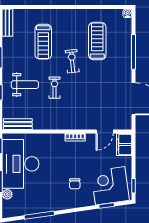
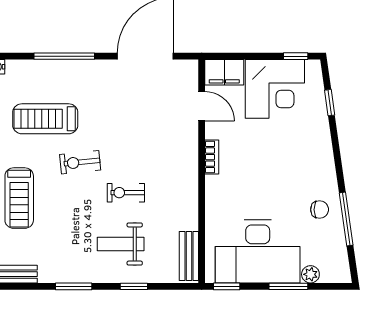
treadmill: (43, 42) -> (19, 198), moved, turned 90
weight bench: (25, 85) -> (121, 244), turned -90
chair: (75, 184) -> (320, 210), moved
corner desk: (110, 186) -> (275, 89), moved, turned -82

